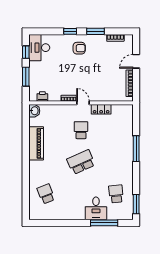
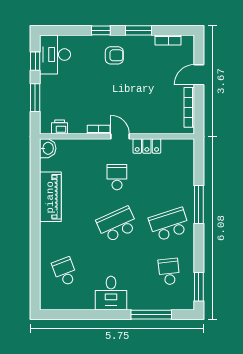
school desk: (116, 162) -> (169, 224), added
desk: (96, 208) -> (111, 293), moved

